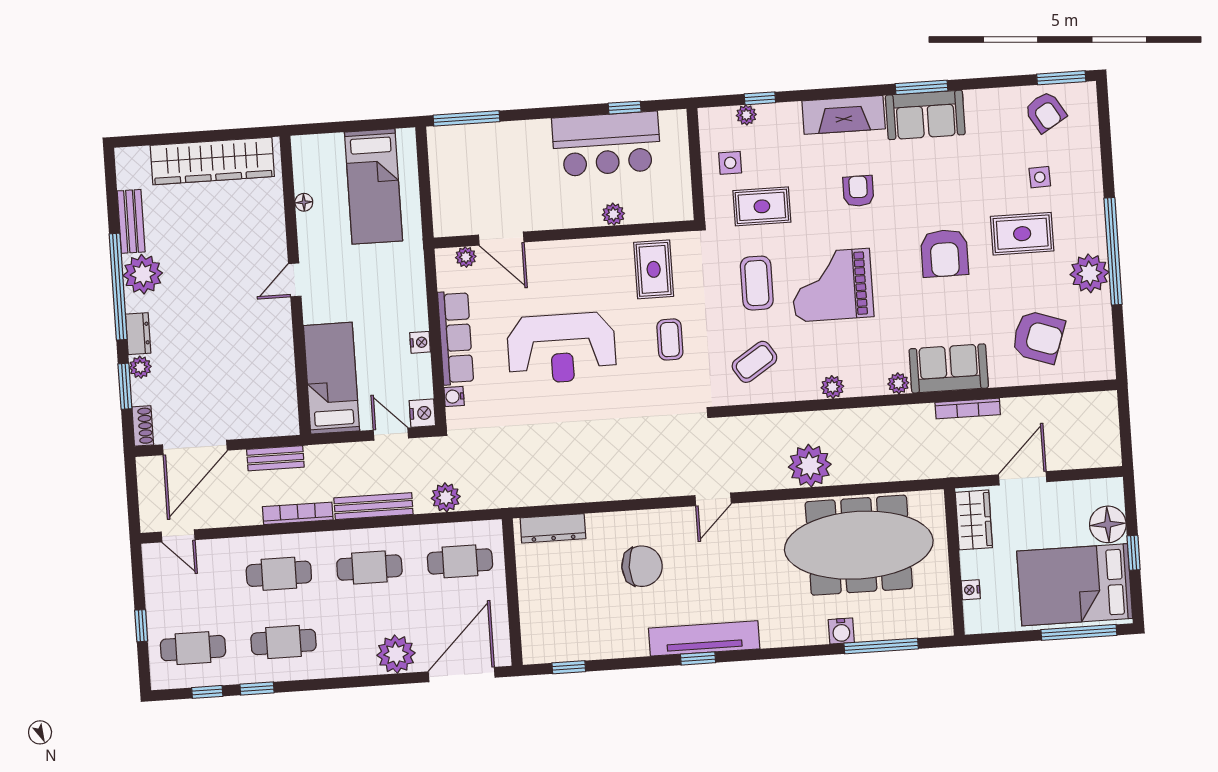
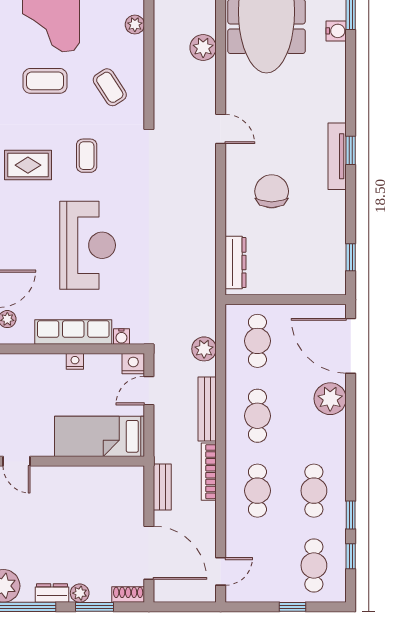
coffee table: (670, 339) -> (87, 156), turned 90
plant: (810, 466) -> (203, 48), width x0.73, depth x0.73
tv unit: (704, 638) -> (337, 156), width x0.73, depth x0.78

